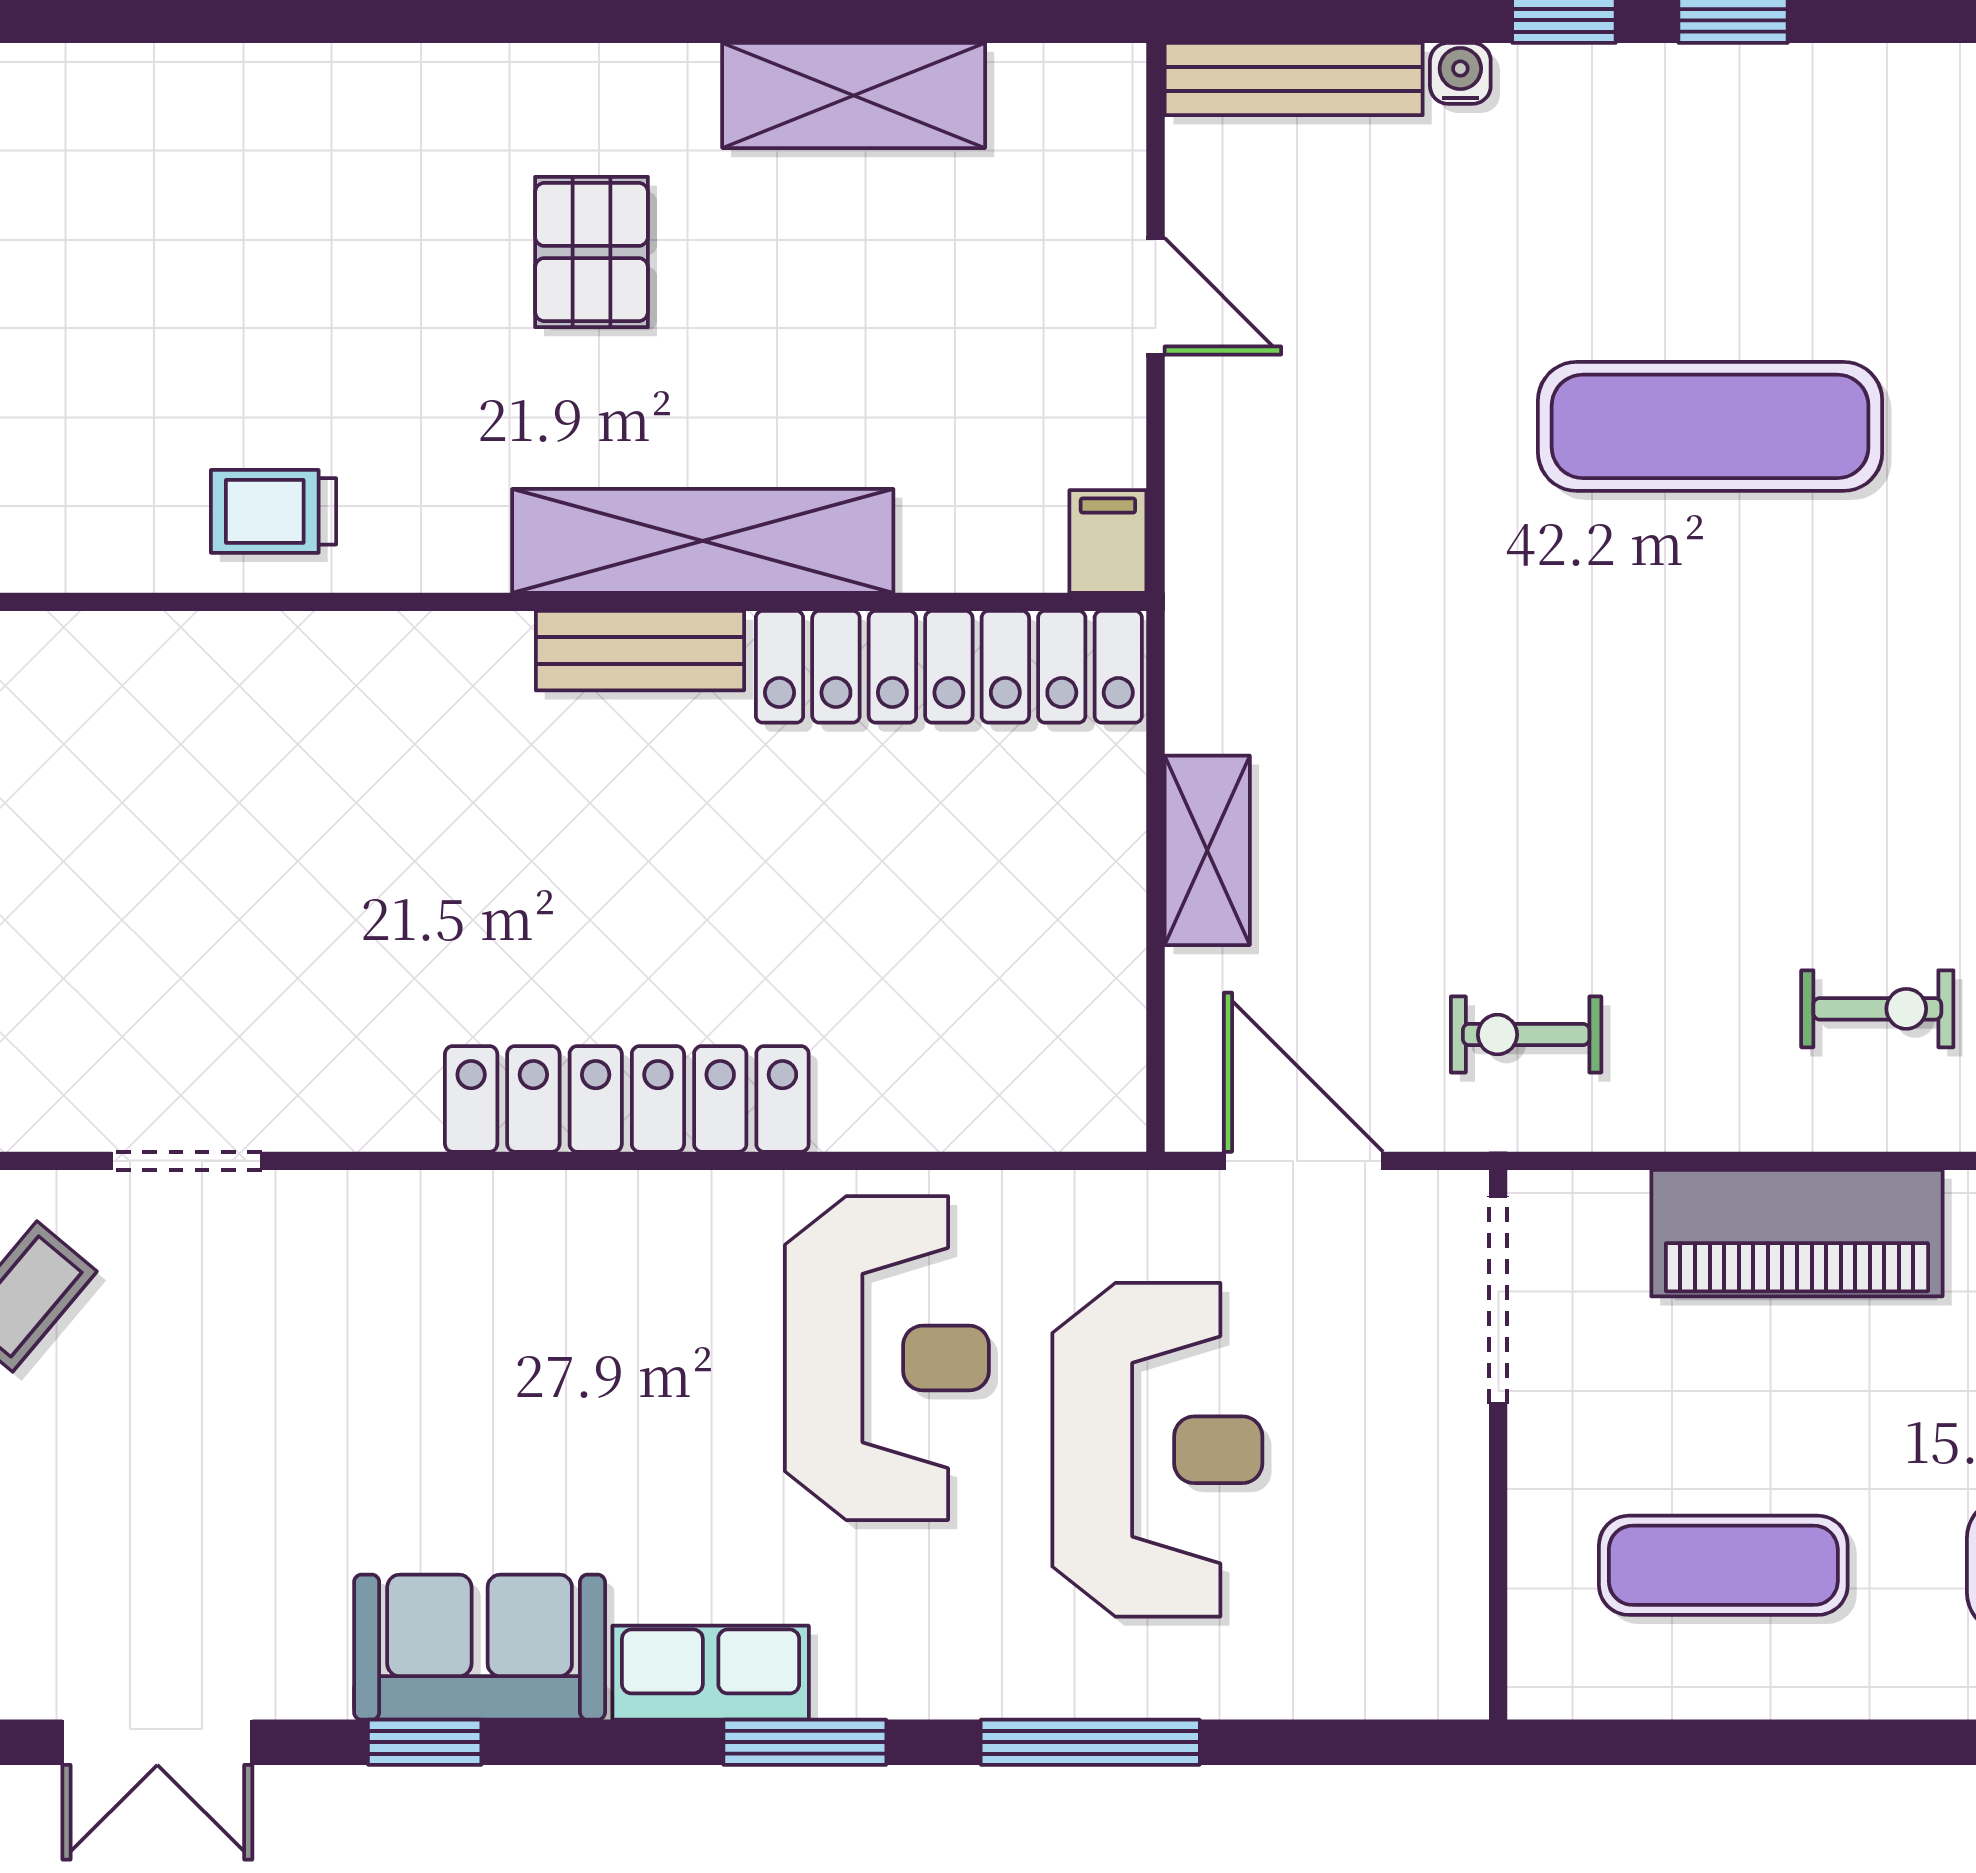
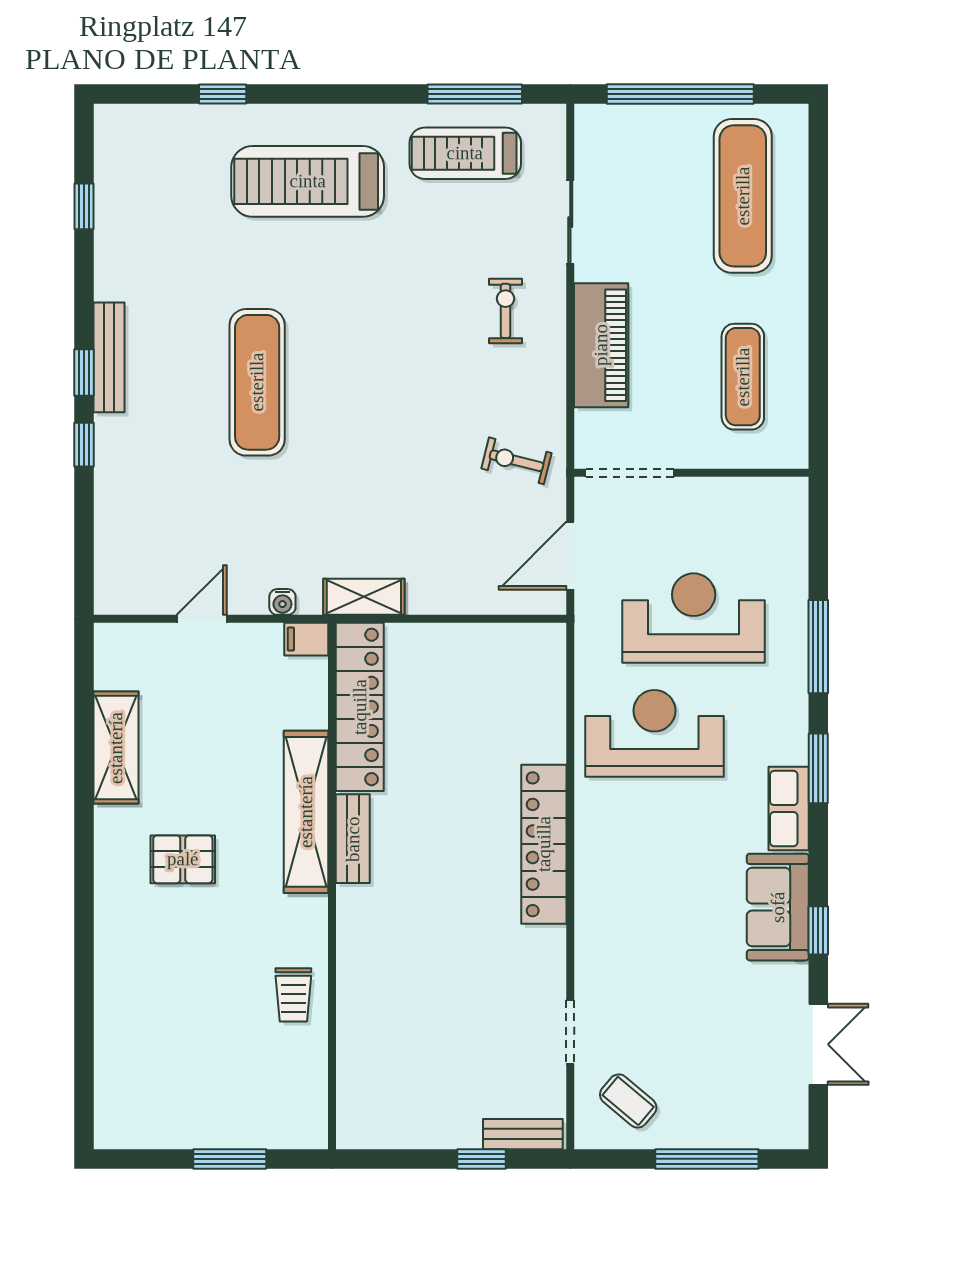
water cooler: (1460, 73) -> (282, 602), moved, turned -90
bench: (1294, 79) -> (109, 357), moved
shelving: (1207, 850) -> (364, 597), moved
exercise bike: (1526, 1035) -> (516, 461), turned 104

